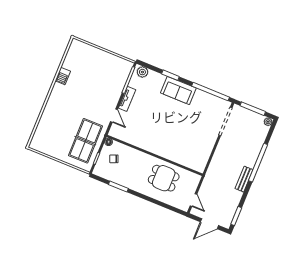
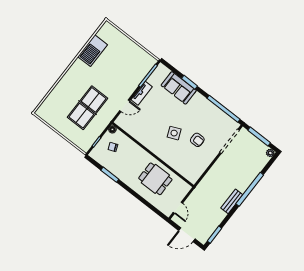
plant: (142, 72) -> (164, 72), removed
barbecue: (63, 76) -> (93, 51), width x1.88, depth x1.53
sofa: (178, 90) -> (179, 88), moved
door: (114, 116) -> (125, 106), hinge flipped
side table: (169, 129) -> (174, 133), added
armchair: (194, 129) -> (197, 140), added
table tennis table: (85, 141) -> (87, 108), moved

